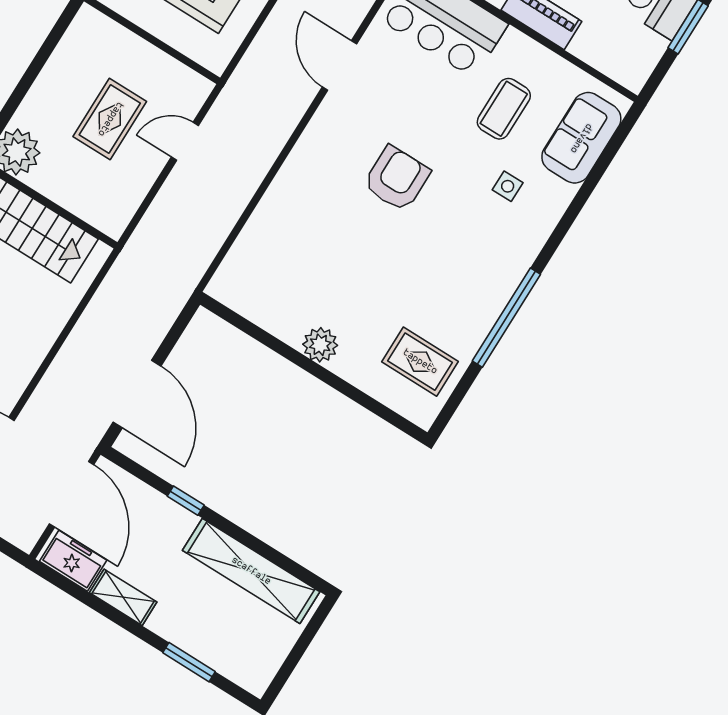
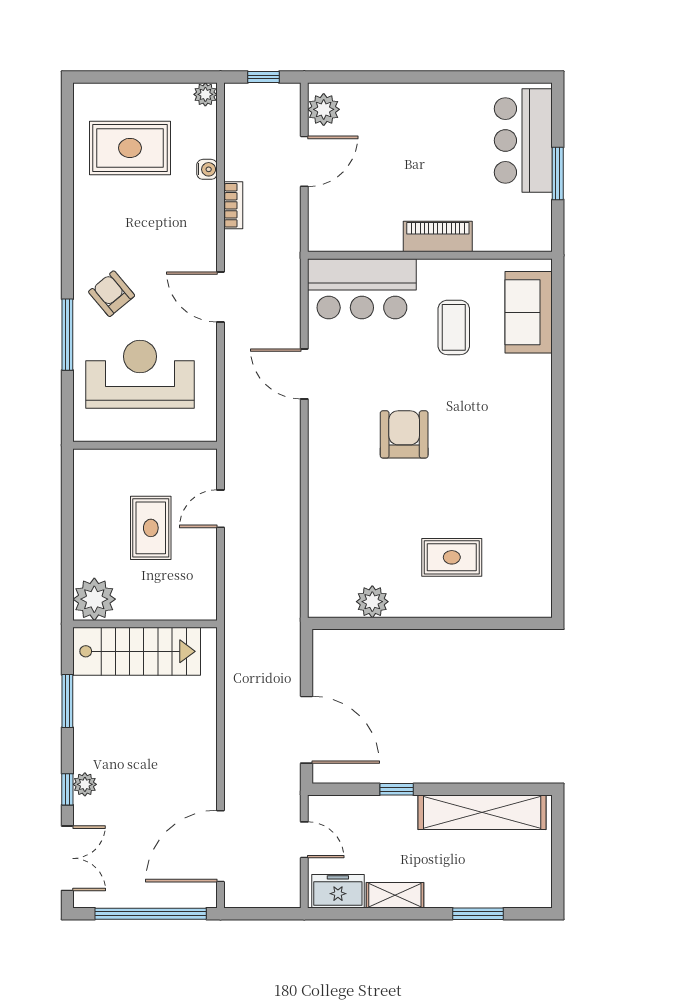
side table: (508, 186) -> (495, 386), removed
window: (506, 318) -> (558, 490), removed
plant: (320, 345) -> (372, 602), moved
rug: (420, 362) -> (452, 557), moved
door: (72, 494) -> (304, 840), width x0.53

